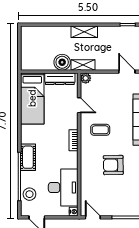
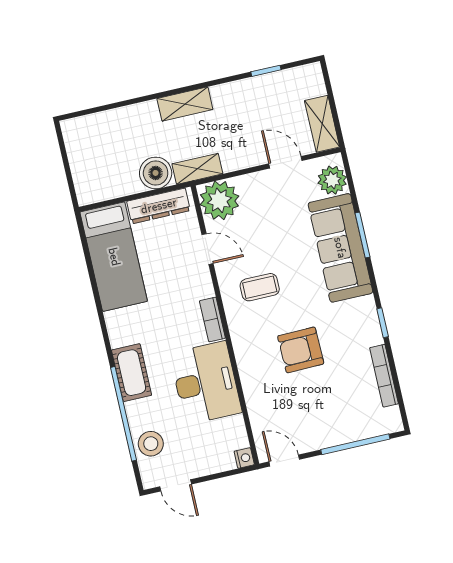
plant: (86, 78) -> (219, 200), width x1.87, depth x1.87
desk: (63, 188) -> (206, 383), moved

